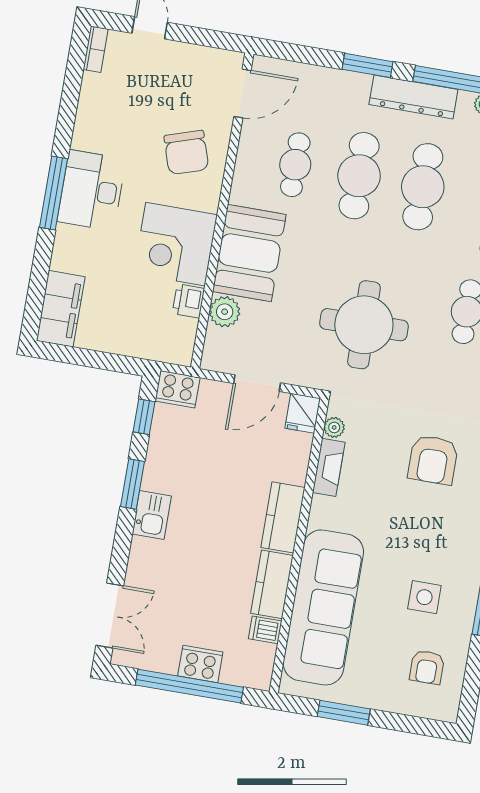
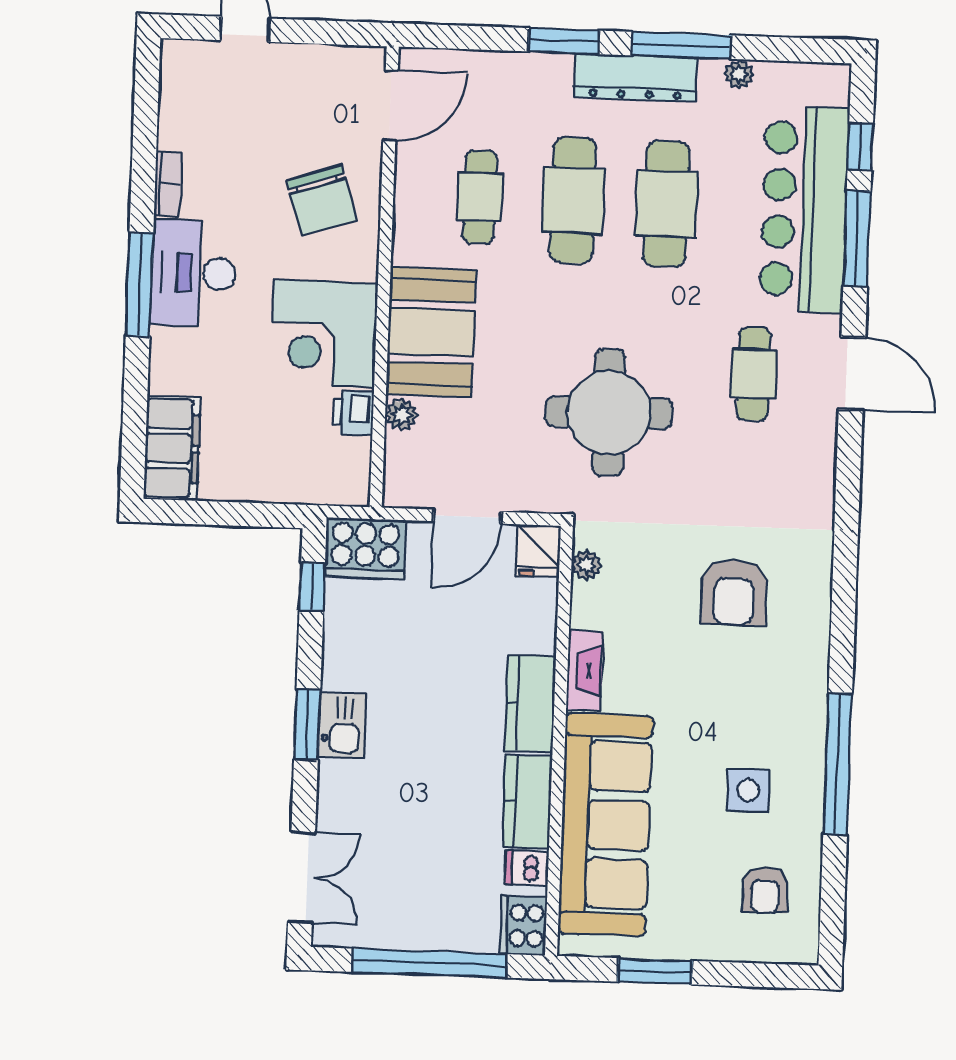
bookcase: (96, 49) -> (168, 184), moved
plant: (225, 312) -> (401, 415), width x0.73, depth x0.73
cooker: (178, 389) -> (365, 548), width x1.37, depth x1.31
fireplace: (329, 467) -> (584, 670), moved
window: (132, 484) -> (307, 725), moved
cooker: (200, 664) -> (524, 926), moved, turned -90

